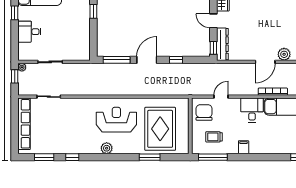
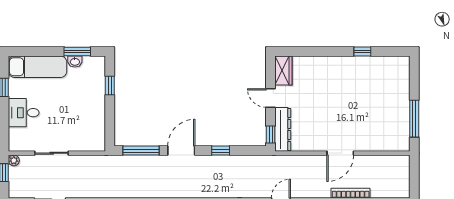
plant: (284, 54) -> (366, 143), removed

